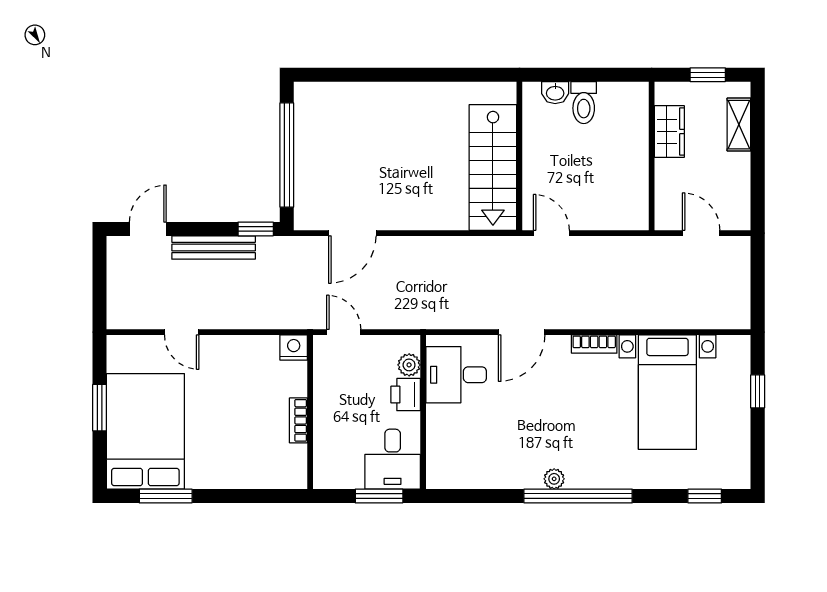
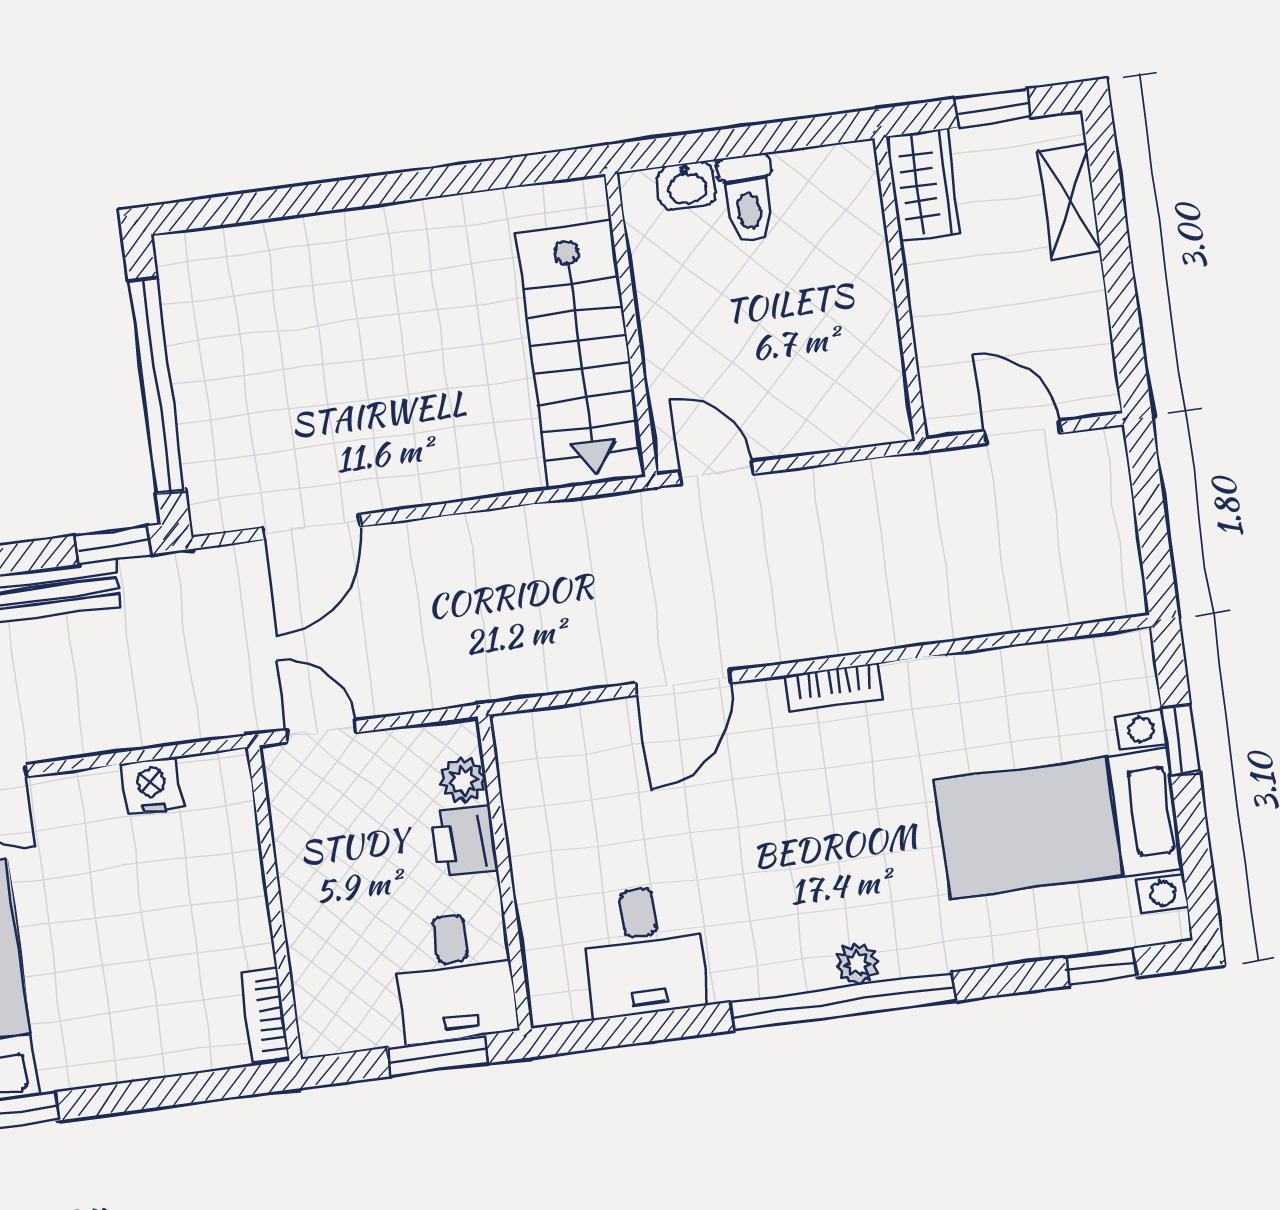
wardrobe: (669, 132) -> (923, 185), moved
nightstand: (294, 348) -> (151, 786), moved
desk: (456, 375) -> (643, 951), moved, turned -90
bed with nightstands: (667, 392) -> (1059, 824), moved, turned 90
bookcase: (298, 420) -> (265, 1015), moved
plant: (554, 479) -> (857, 964), moved

